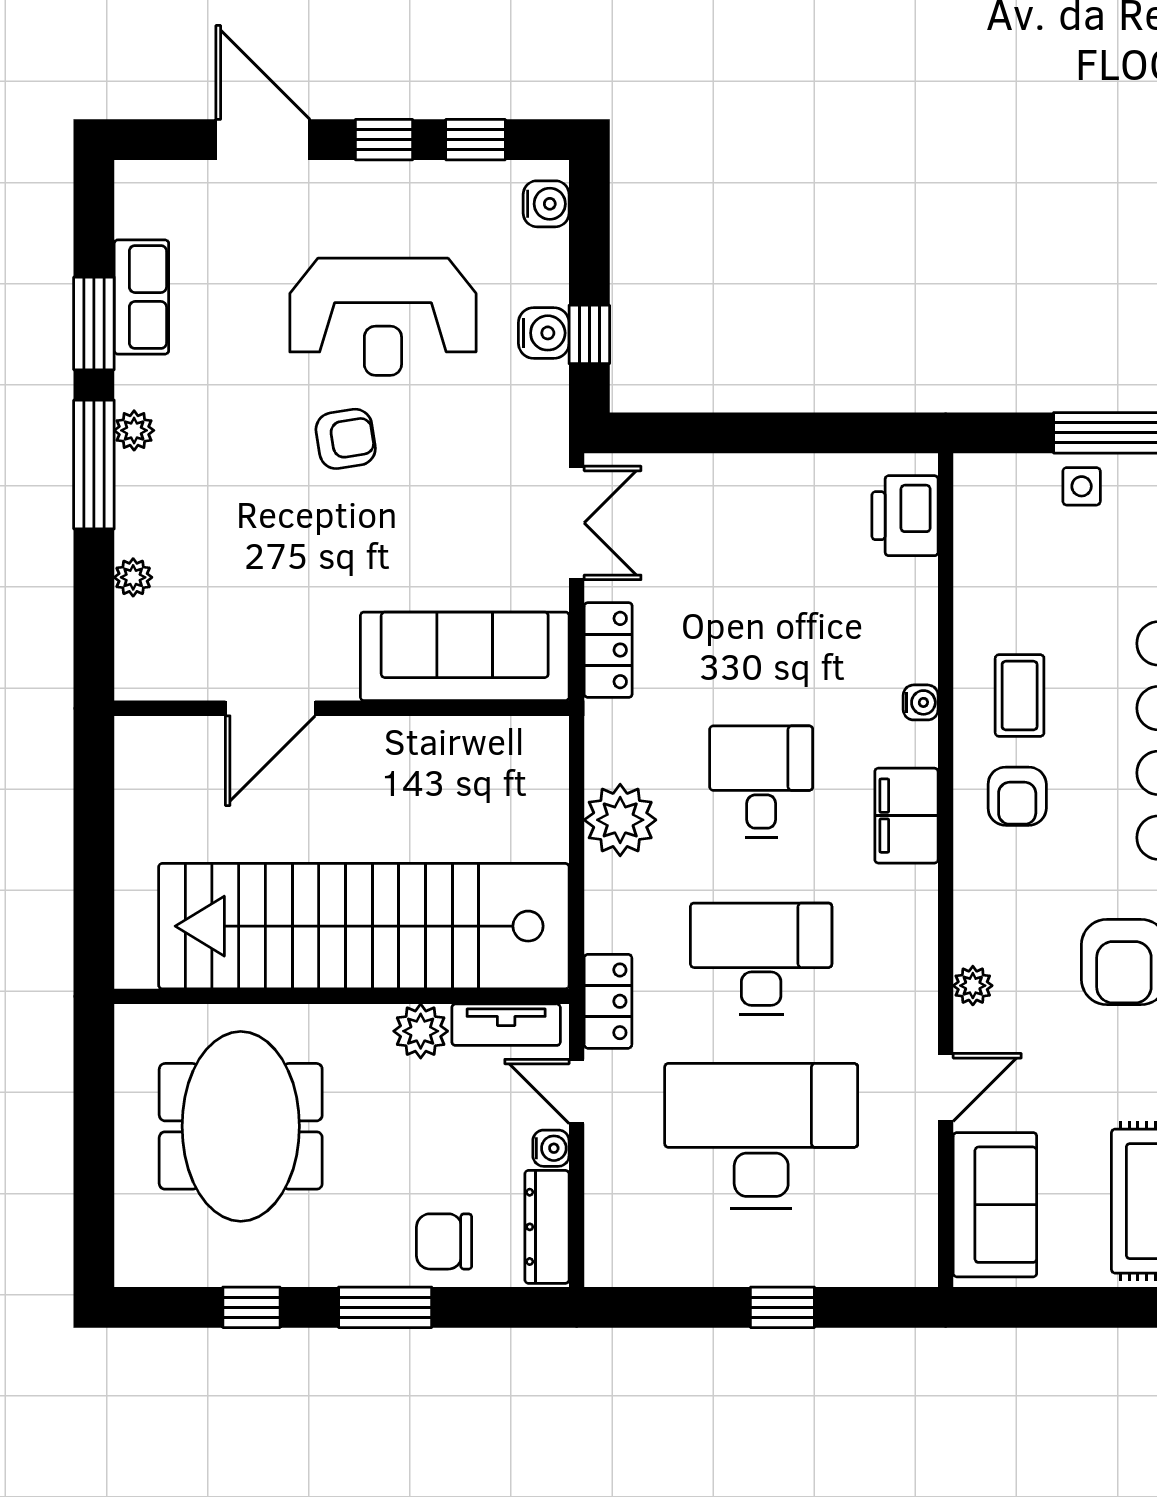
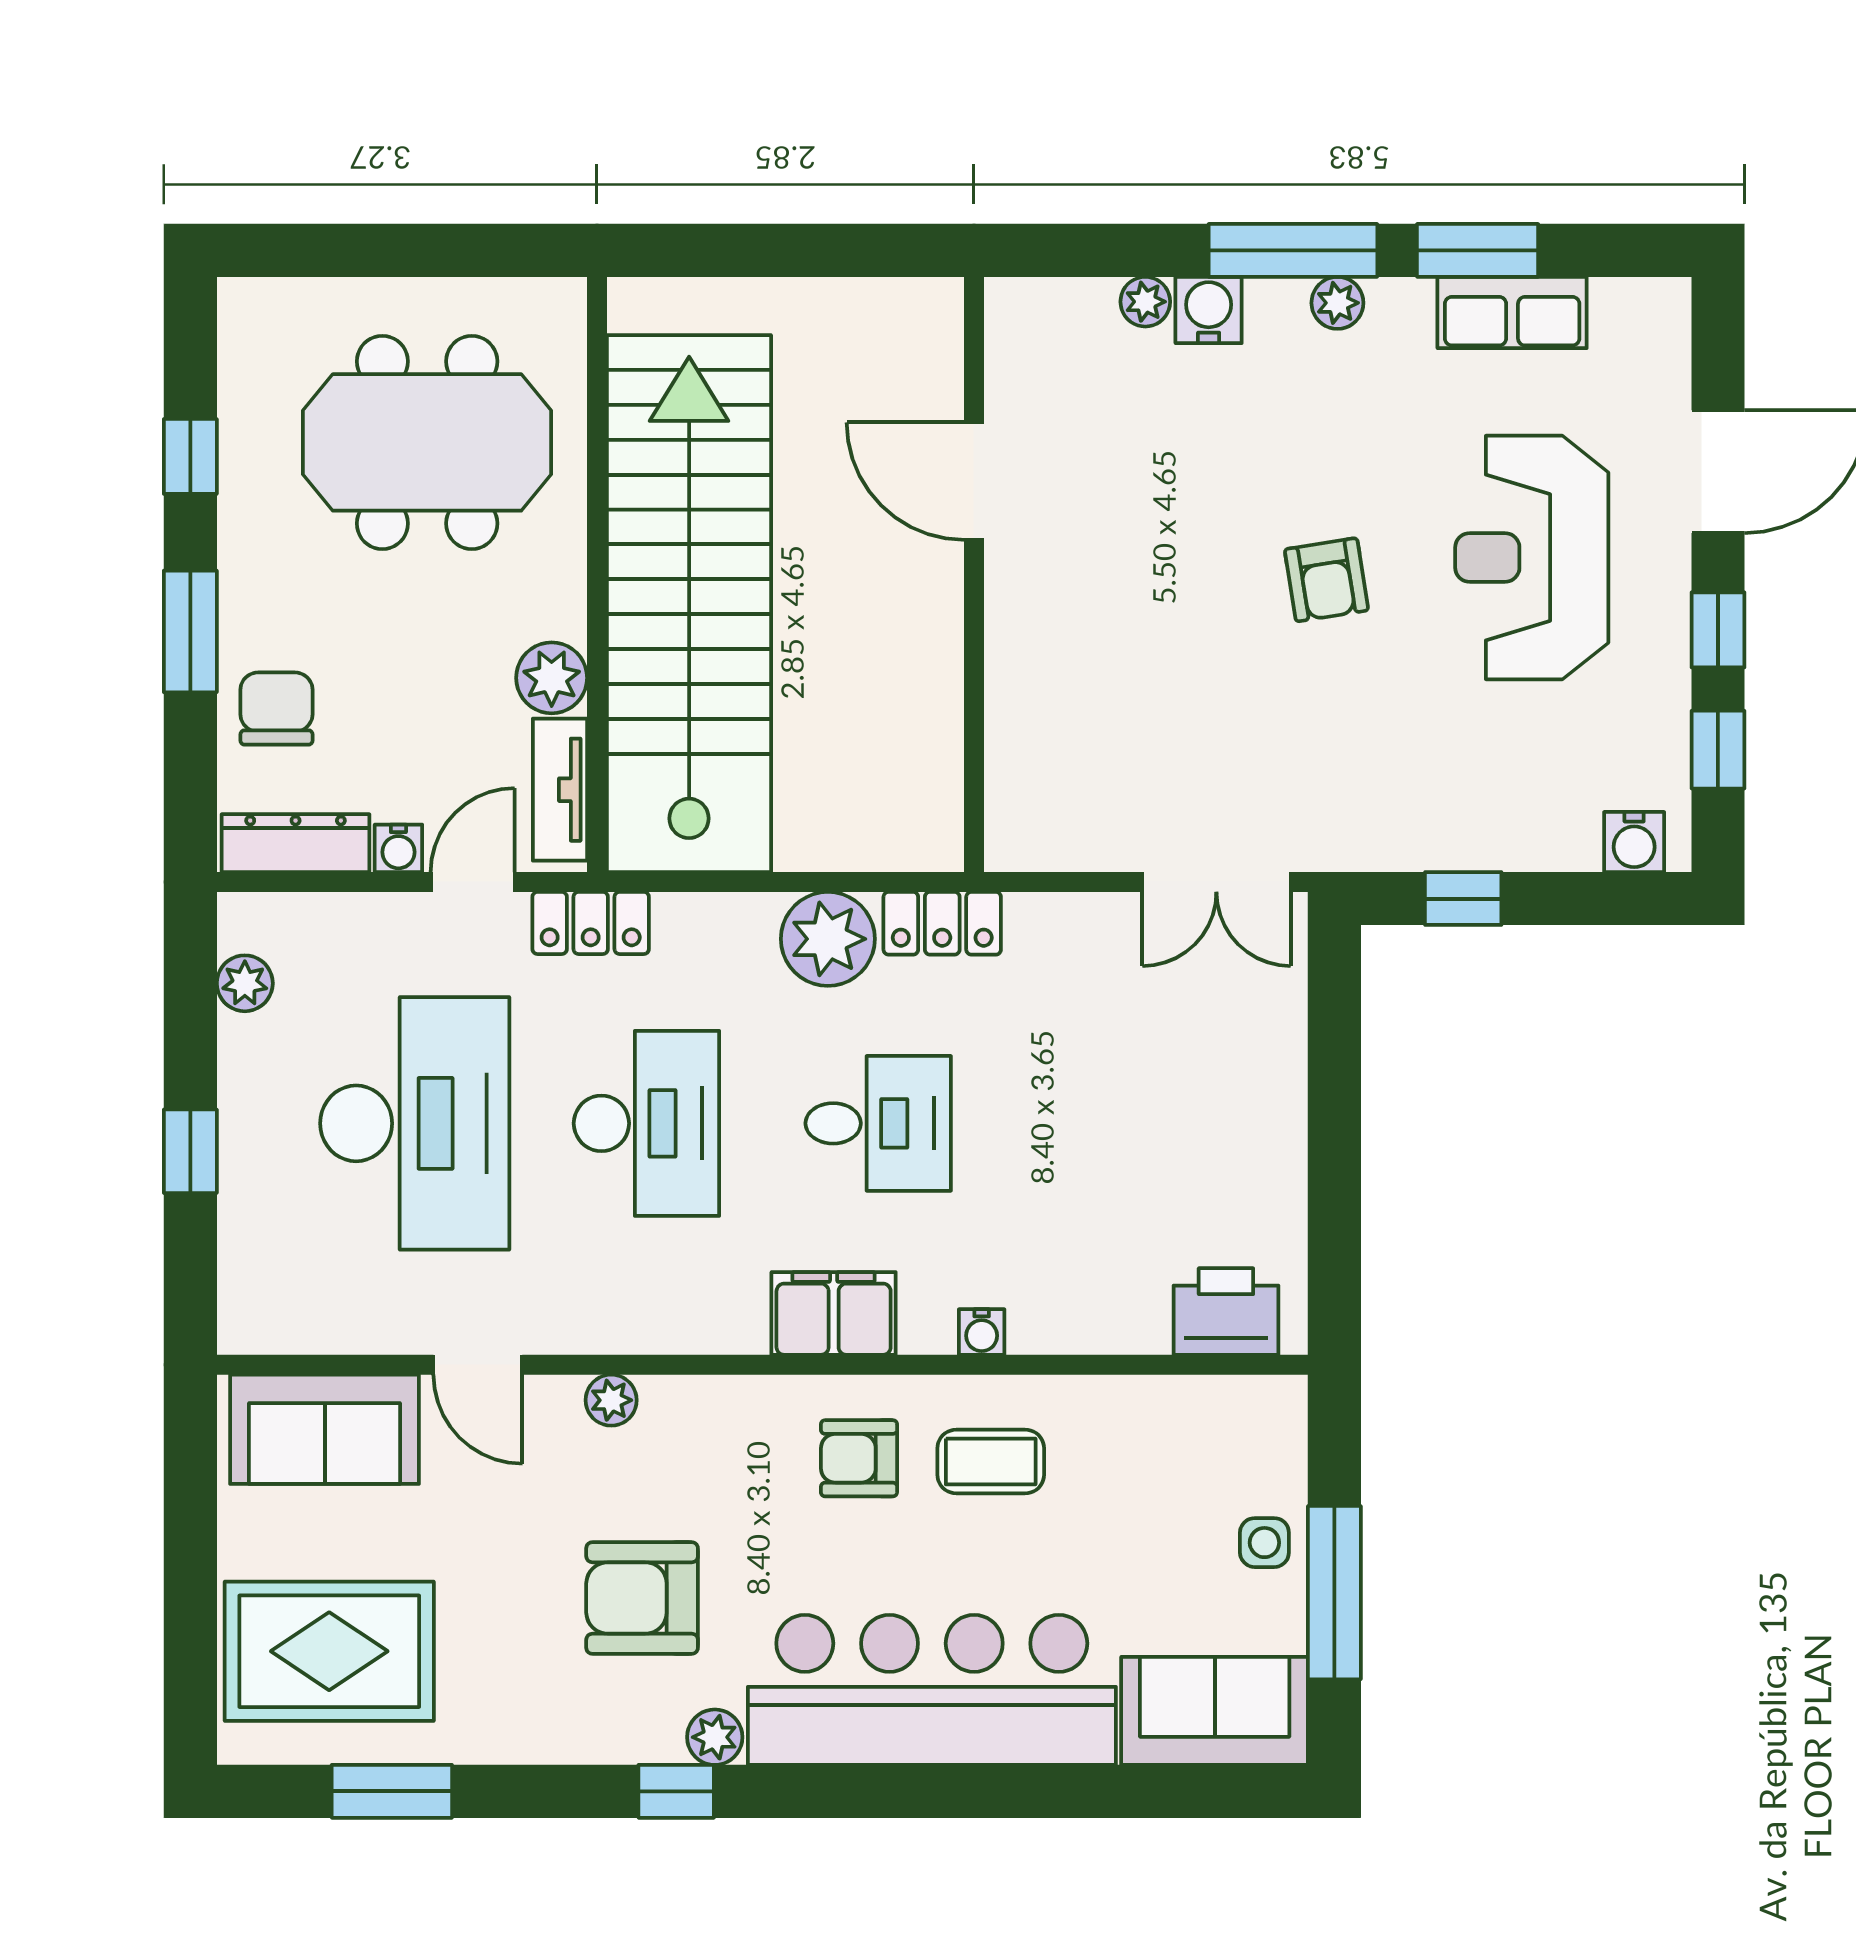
reception desk: (383, 317) -> (1532, 558), moved
water cooler: (544, 333) -> (1209, 310), moved, turned 180
locker: (608, 650) -> (942, 923), moved
sofa: (465, 656) -> (1042, 736), removed
plant: (654, 1266) -> (245, 983), added

